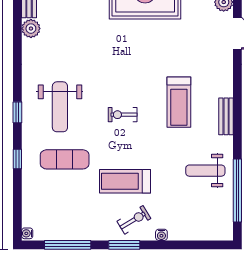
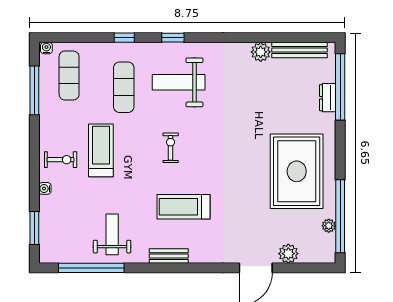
exercise mat: (53, 212) -> (69, 76), added
exercise bike: (134, 220) -> (61, 160), turned -59
window: (124, 245) -> (34, 228), moved

